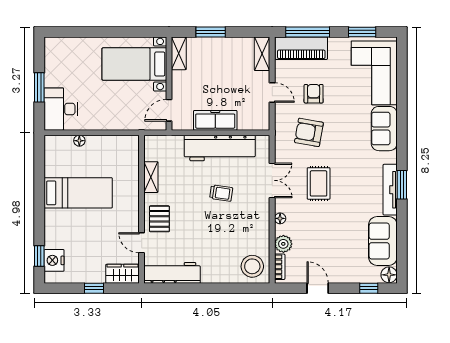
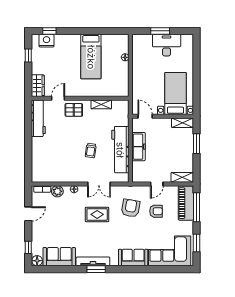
desk: (61, 109) -> (167, 45), moved
stool: (252, 266) -> (43, 171), removed
window: (94, 288) -> (28, 56), moved

